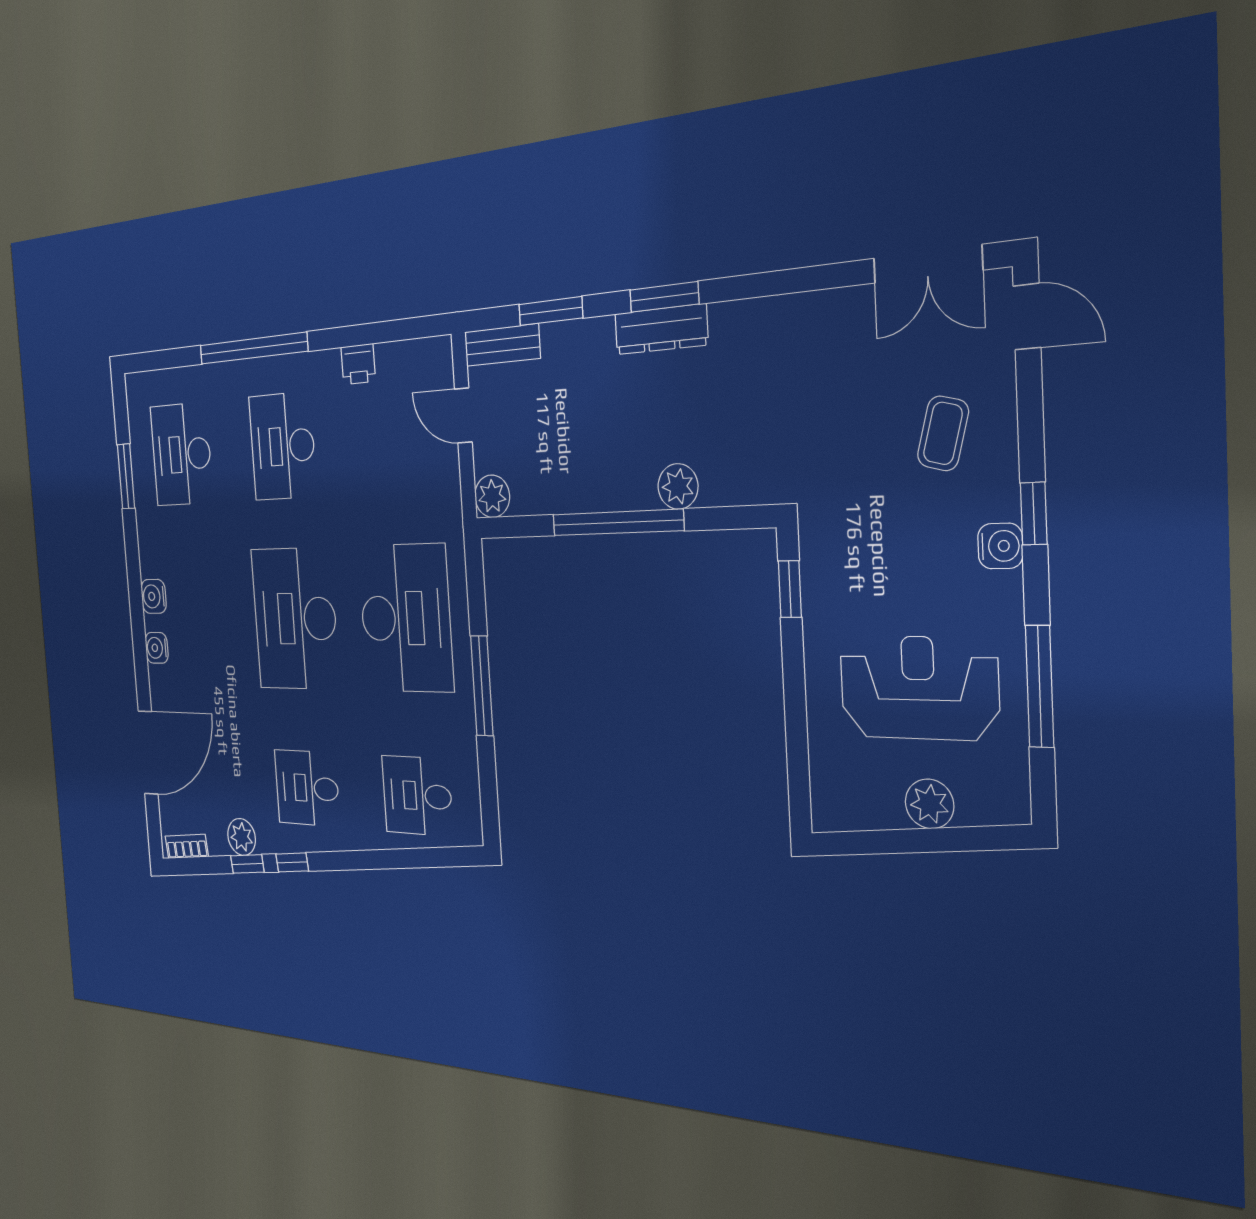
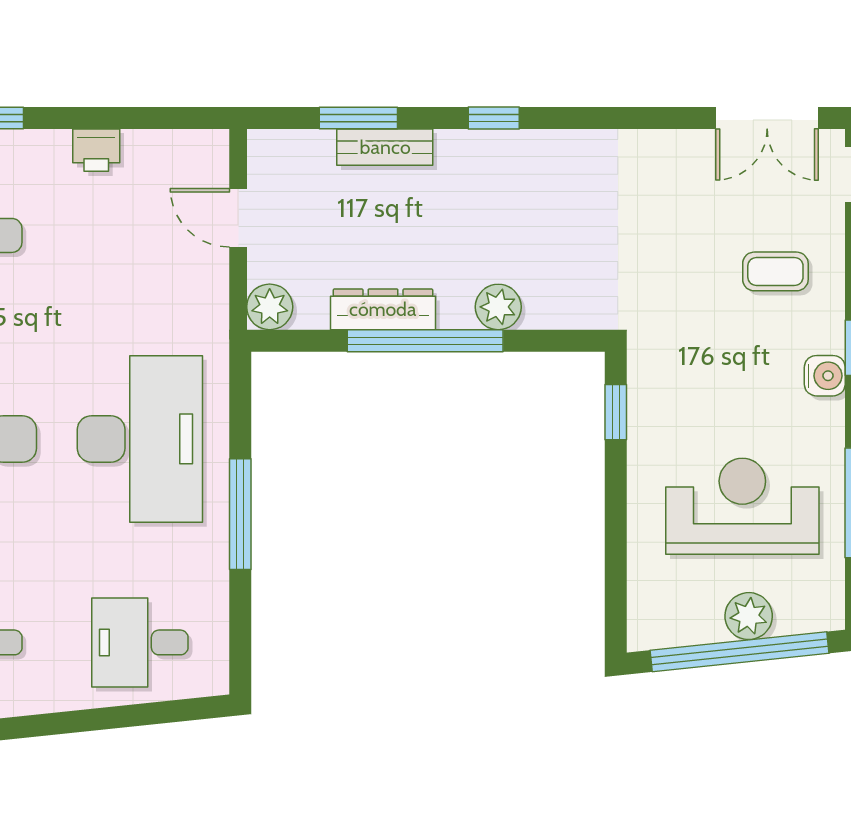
window: (664, 297) -> (494, 118), width x0.67
dresser: (661, 329) -> (383, 309), moved, turned 180
bench: (502, 345) -> (385, 147), moved
coffee table: (943, 433) -> (775, 271), turned 75
window: (922, 841) -> (739, 652), added

